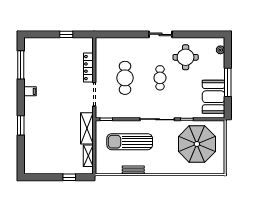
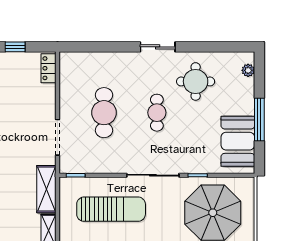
locker: (88, 68) -> (49, 68), moved, width x0.66
sun lounger: (130, 142) -> (111, 209), turned 180

